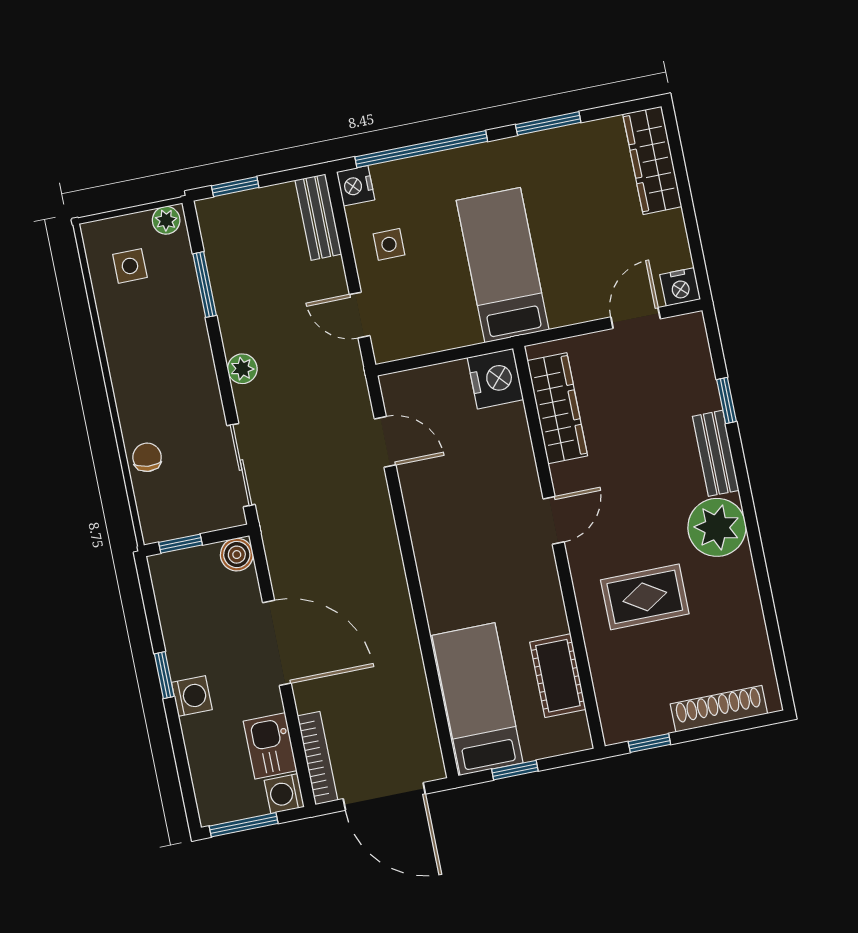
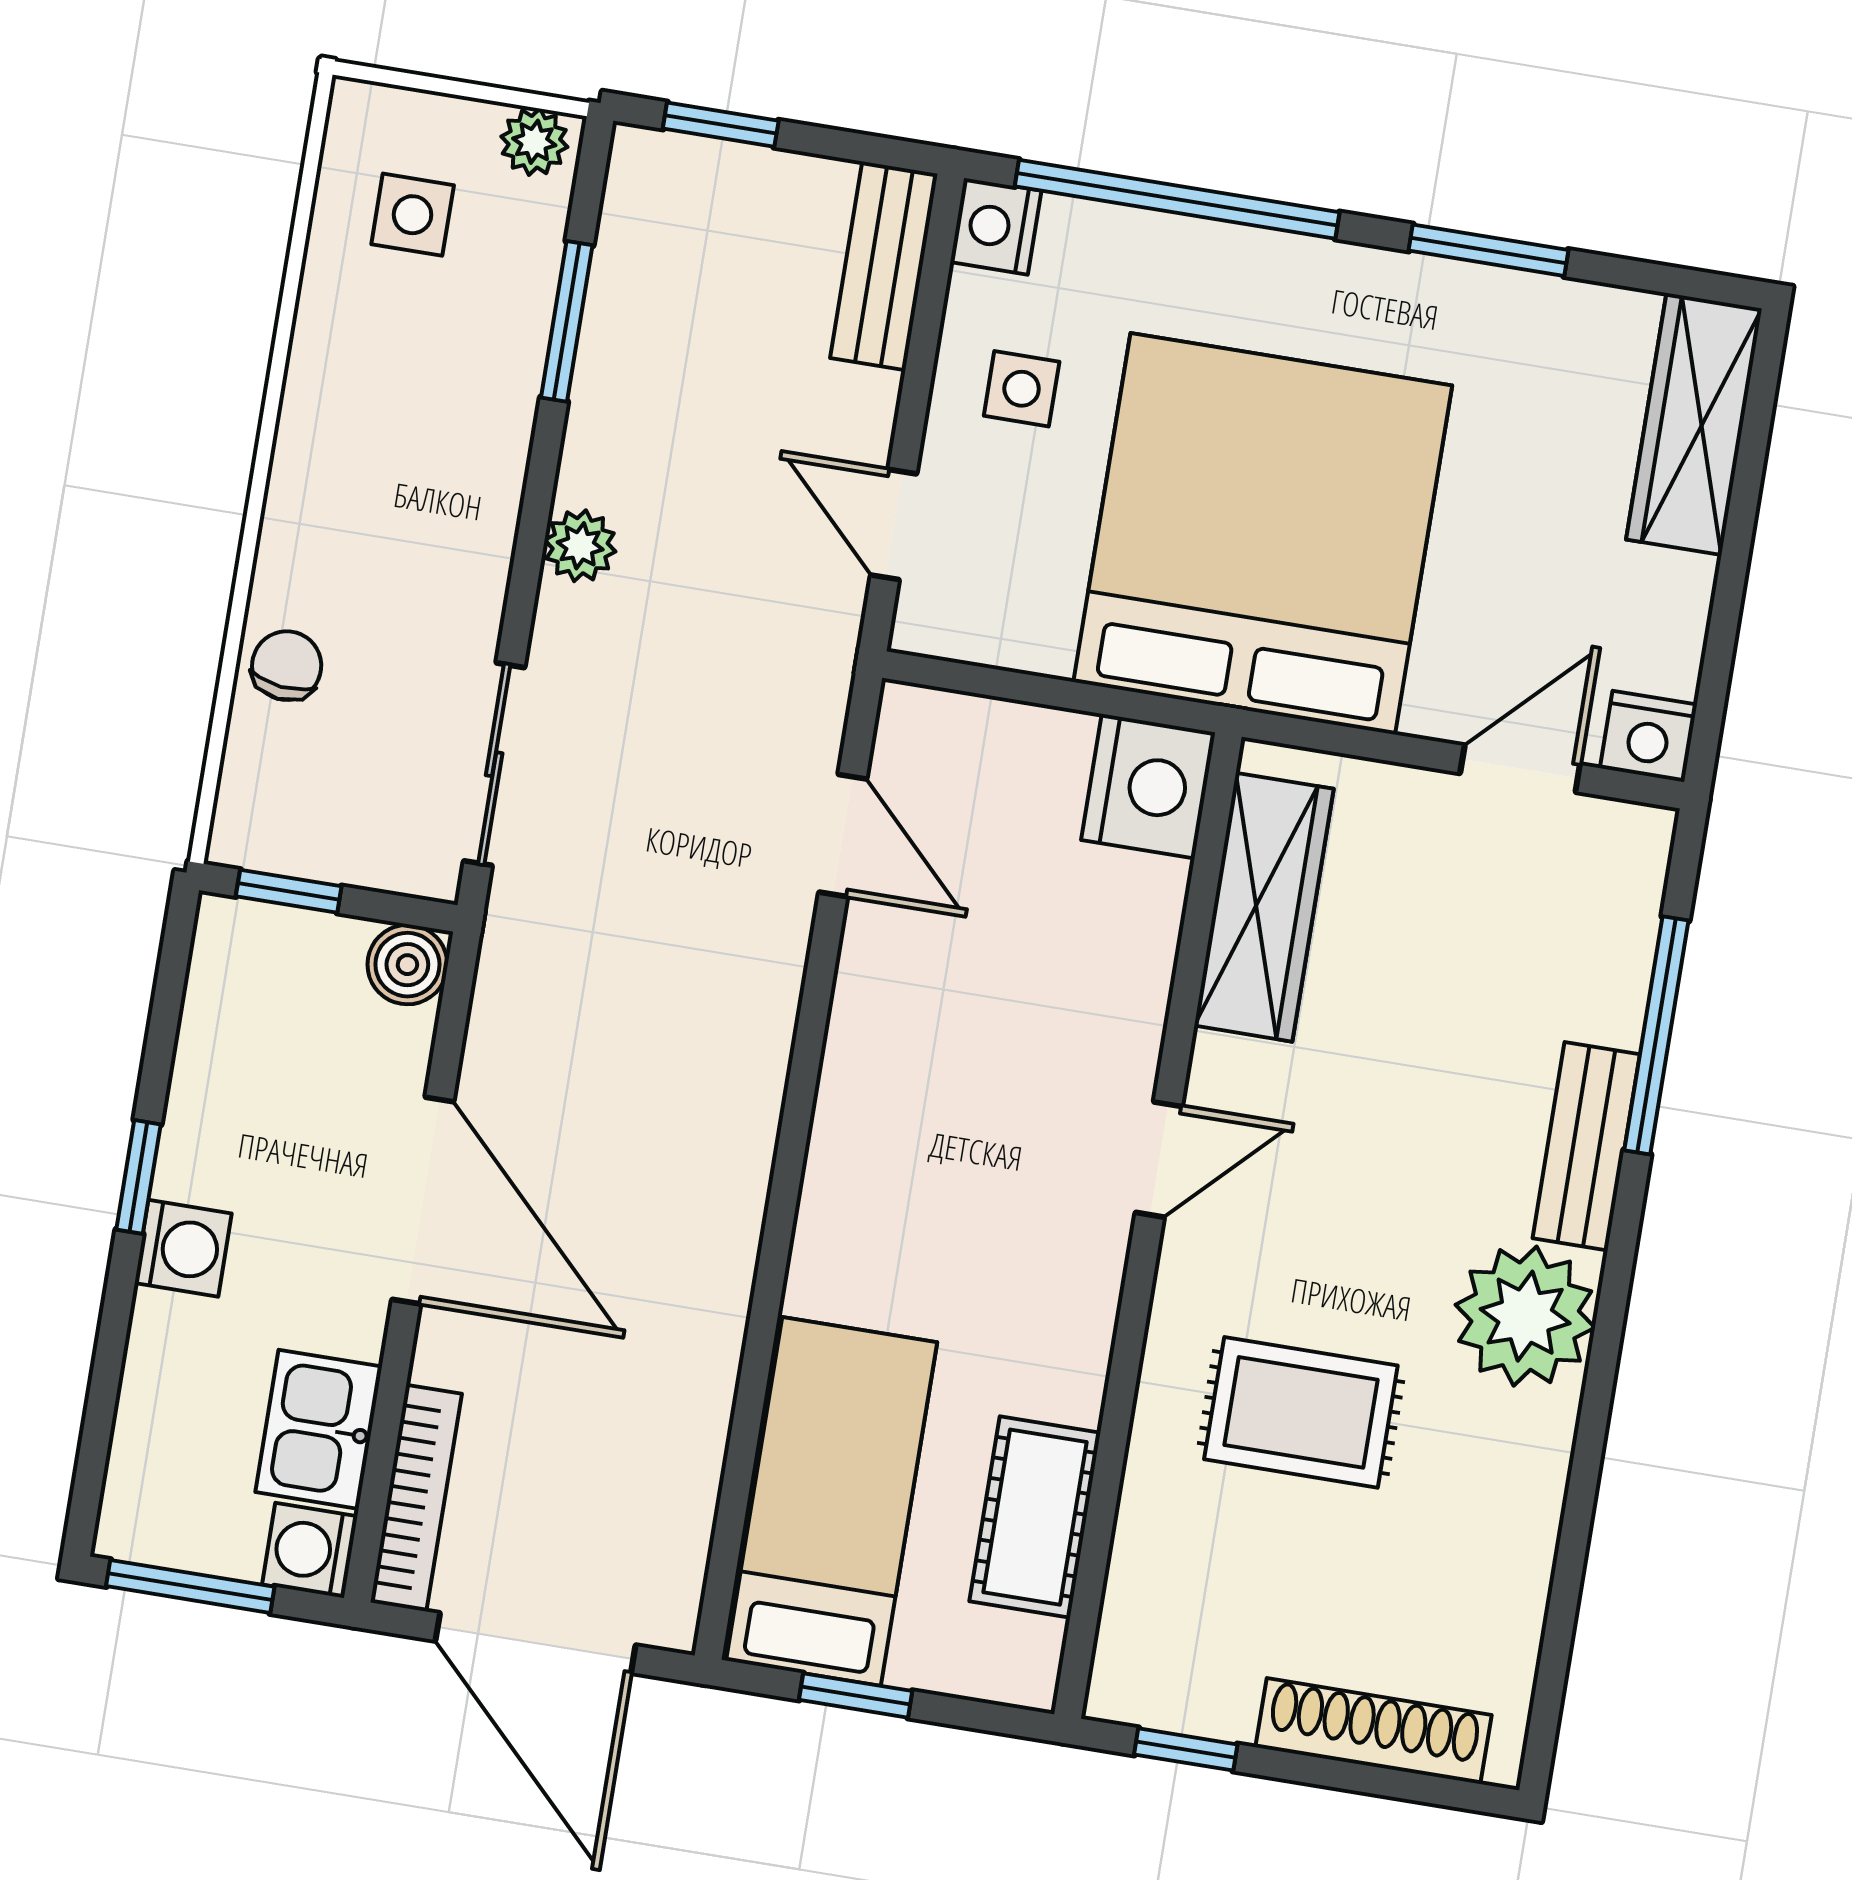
bed: (503, 265) -> (1263, 534), width x2.04
window: (727, 401) -> (1656, 1035), width x2.17

